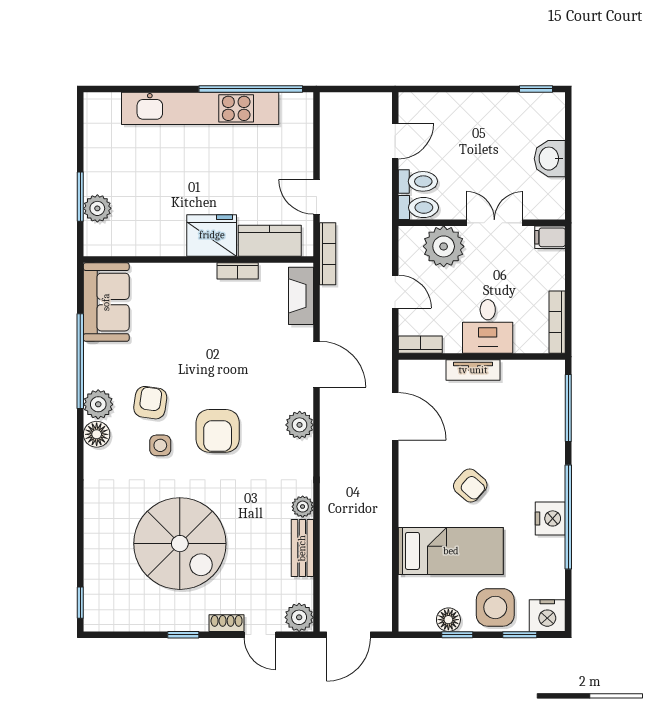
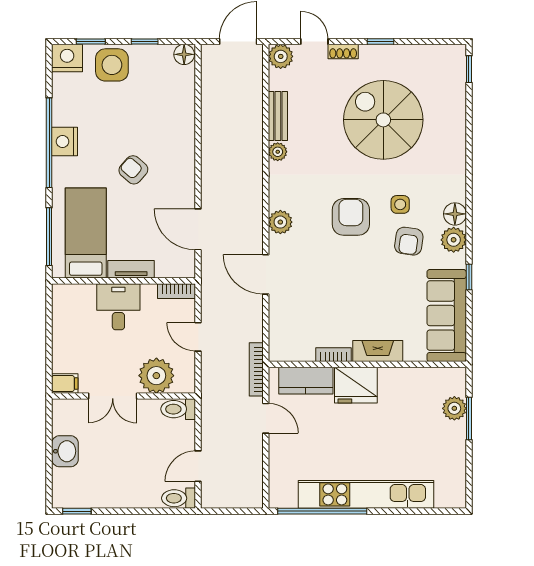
toilet: (418, 181) -> (179, 498), moved
fireplace: (301, 296) -> (378, 351), moved, turned -90
sofa: (106, 302) -> (447, 316), width x1.36
bookcase: (557, 322) -> (59, 310), removed
window: (80, 361) -> (469, 277), width x0.32
bed: (451, 551) -> (86, 233), moved, turned 90
floor lamp: (448, 620) -> (184, 54), moved

